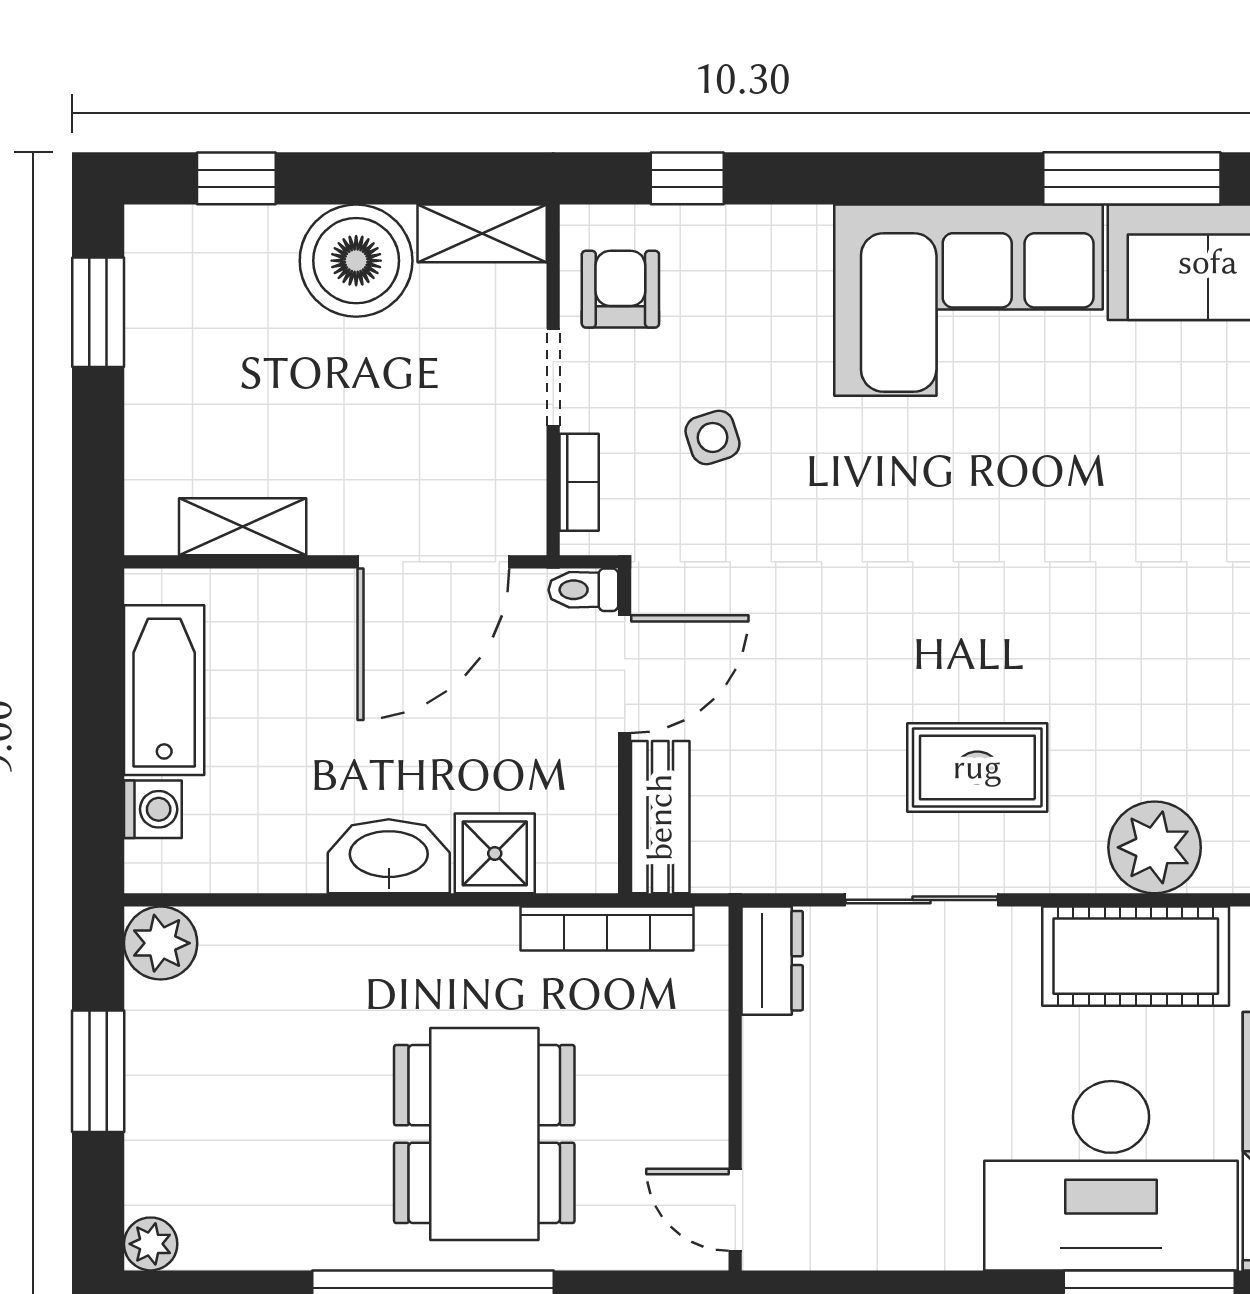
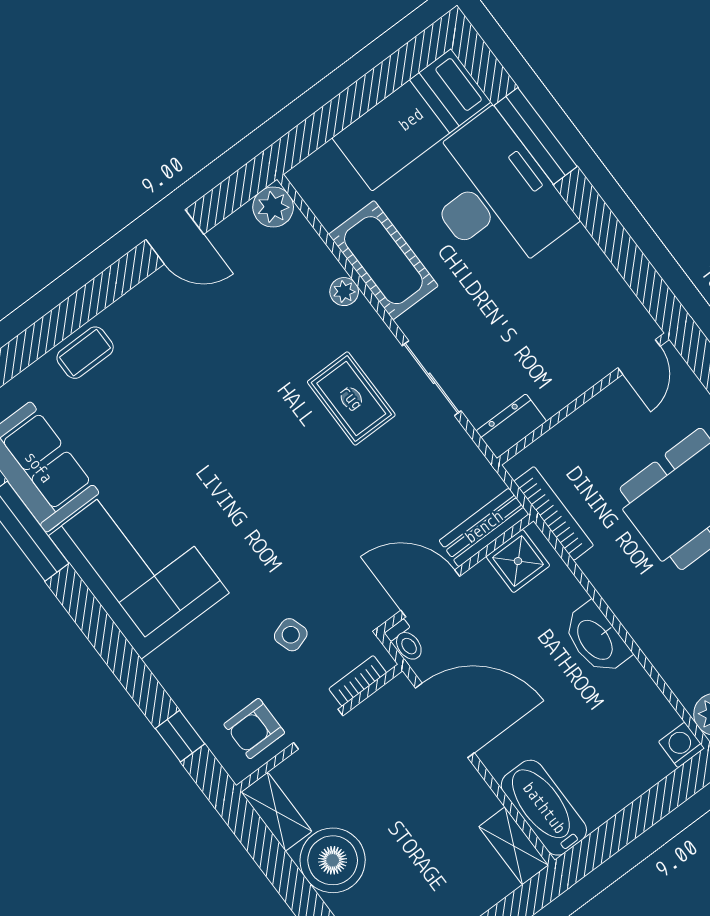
shelving: (243, 527) -> (514, 846), moved
bathtub: (164, 690) -> (544, 808), moved, turned 90
washing machine: (153, 809) -> (681, 745), moved
plant: (1155, 847) -> (344, 292), width x0.53, depth x0.53
shower: (495, 853) -> (518, 561), moved

